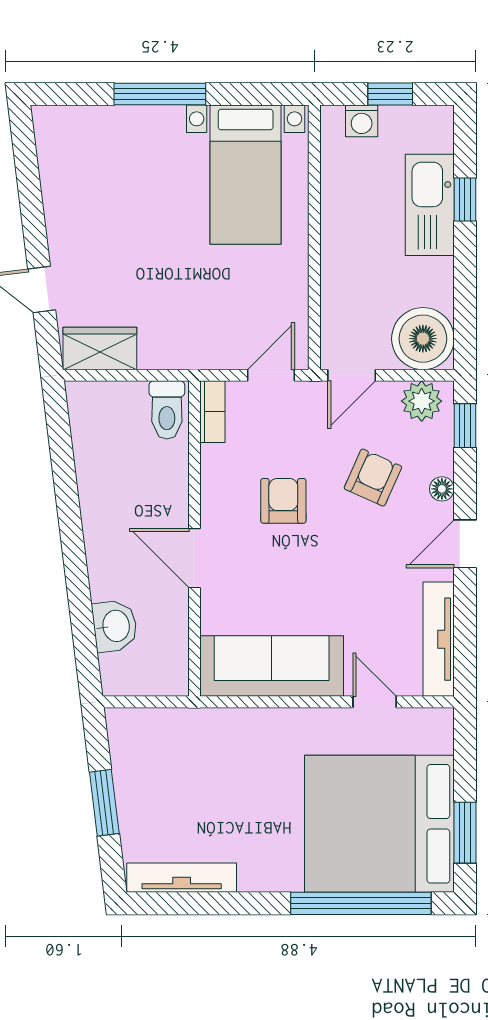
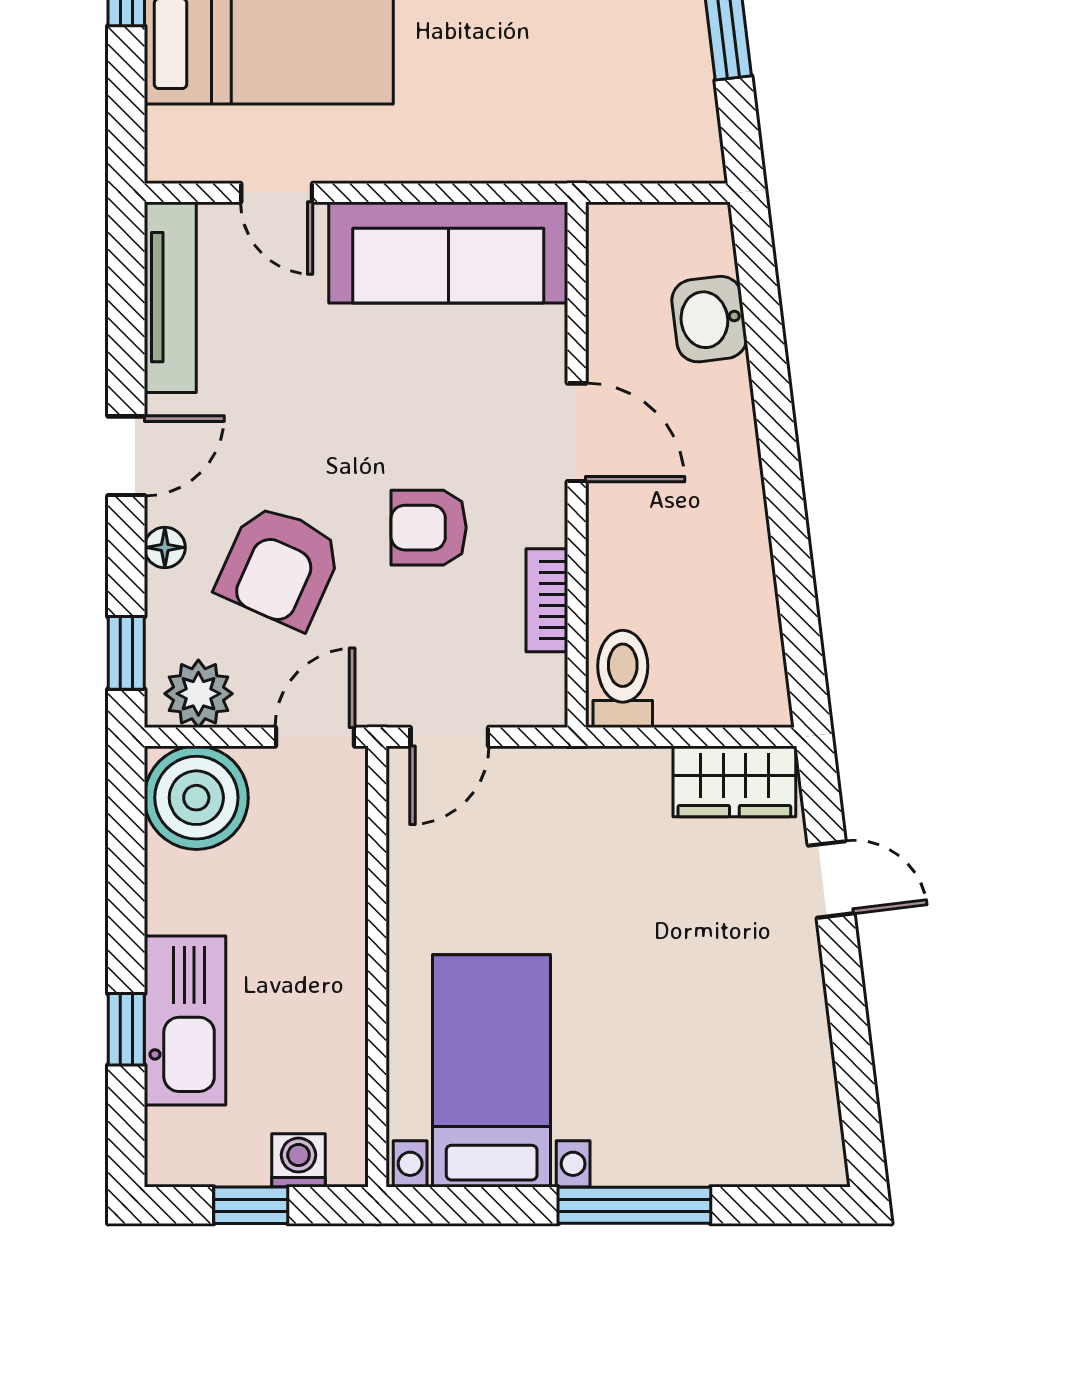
bookcase: (212, 412) -> (547, 600), moved
armchair: (373, 478) -> (280, 566), width x1.38, depth x1.38
armchair: (283, 501) -> (429, 528), turned 90

